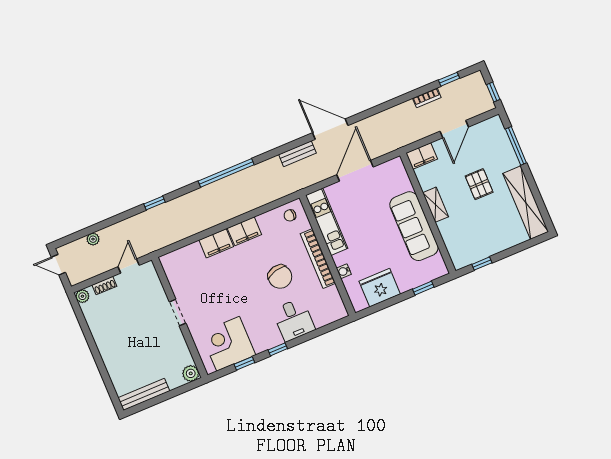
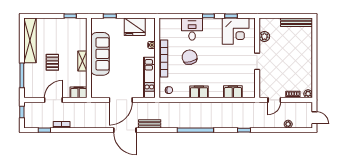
filing cabinet: (216, 243) -> (233, 92), moved
plant: (191, 373) -> (264, 37), moved

